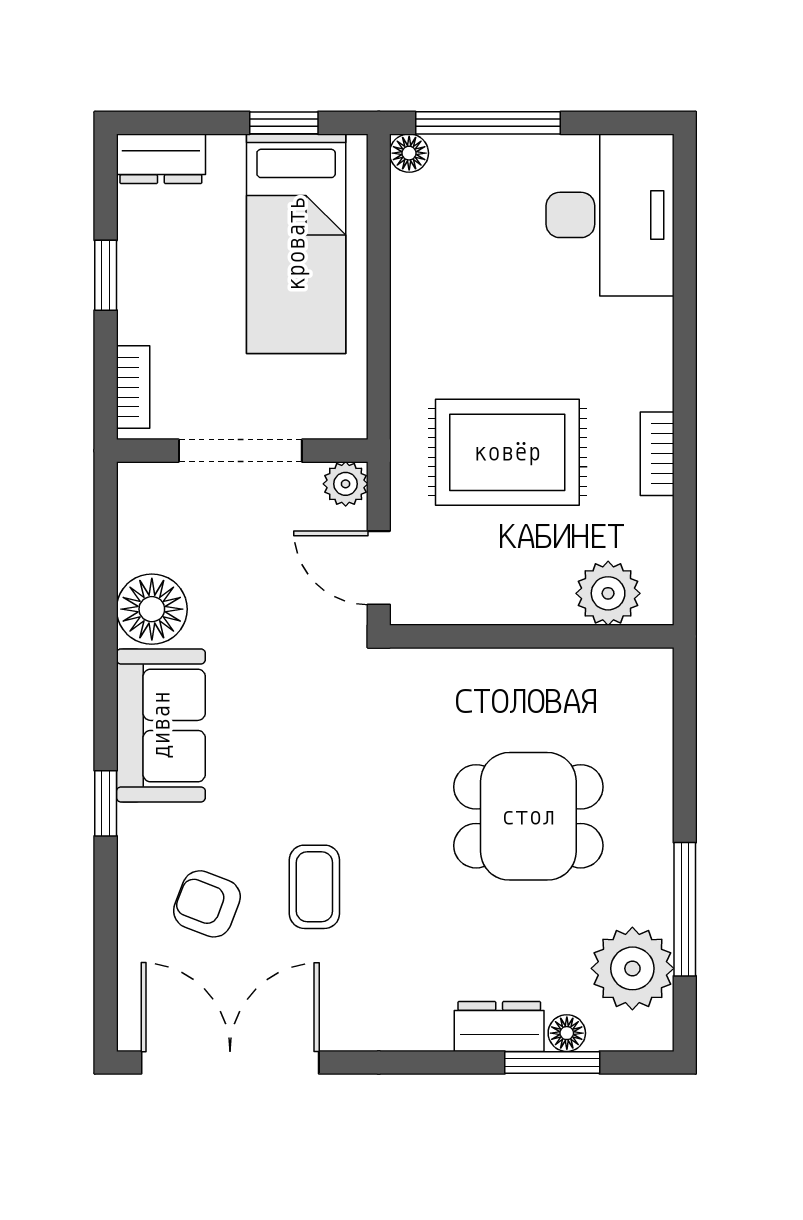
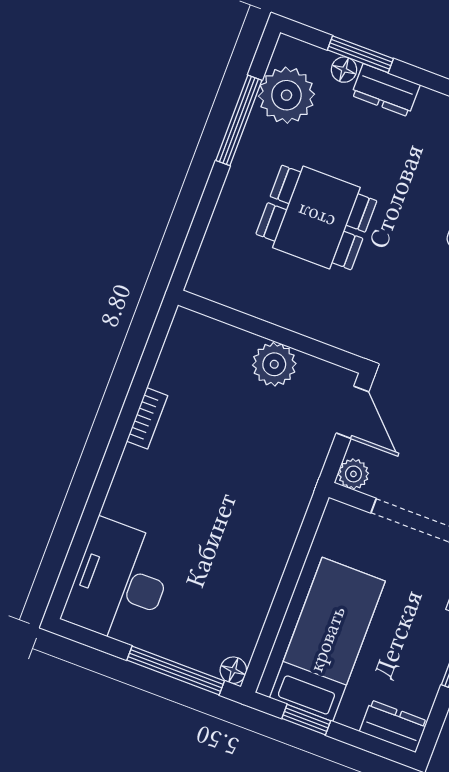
rug: (507, 452) -> (242, 455), removed
plant: (608, 593) -> (274, 364), moved

